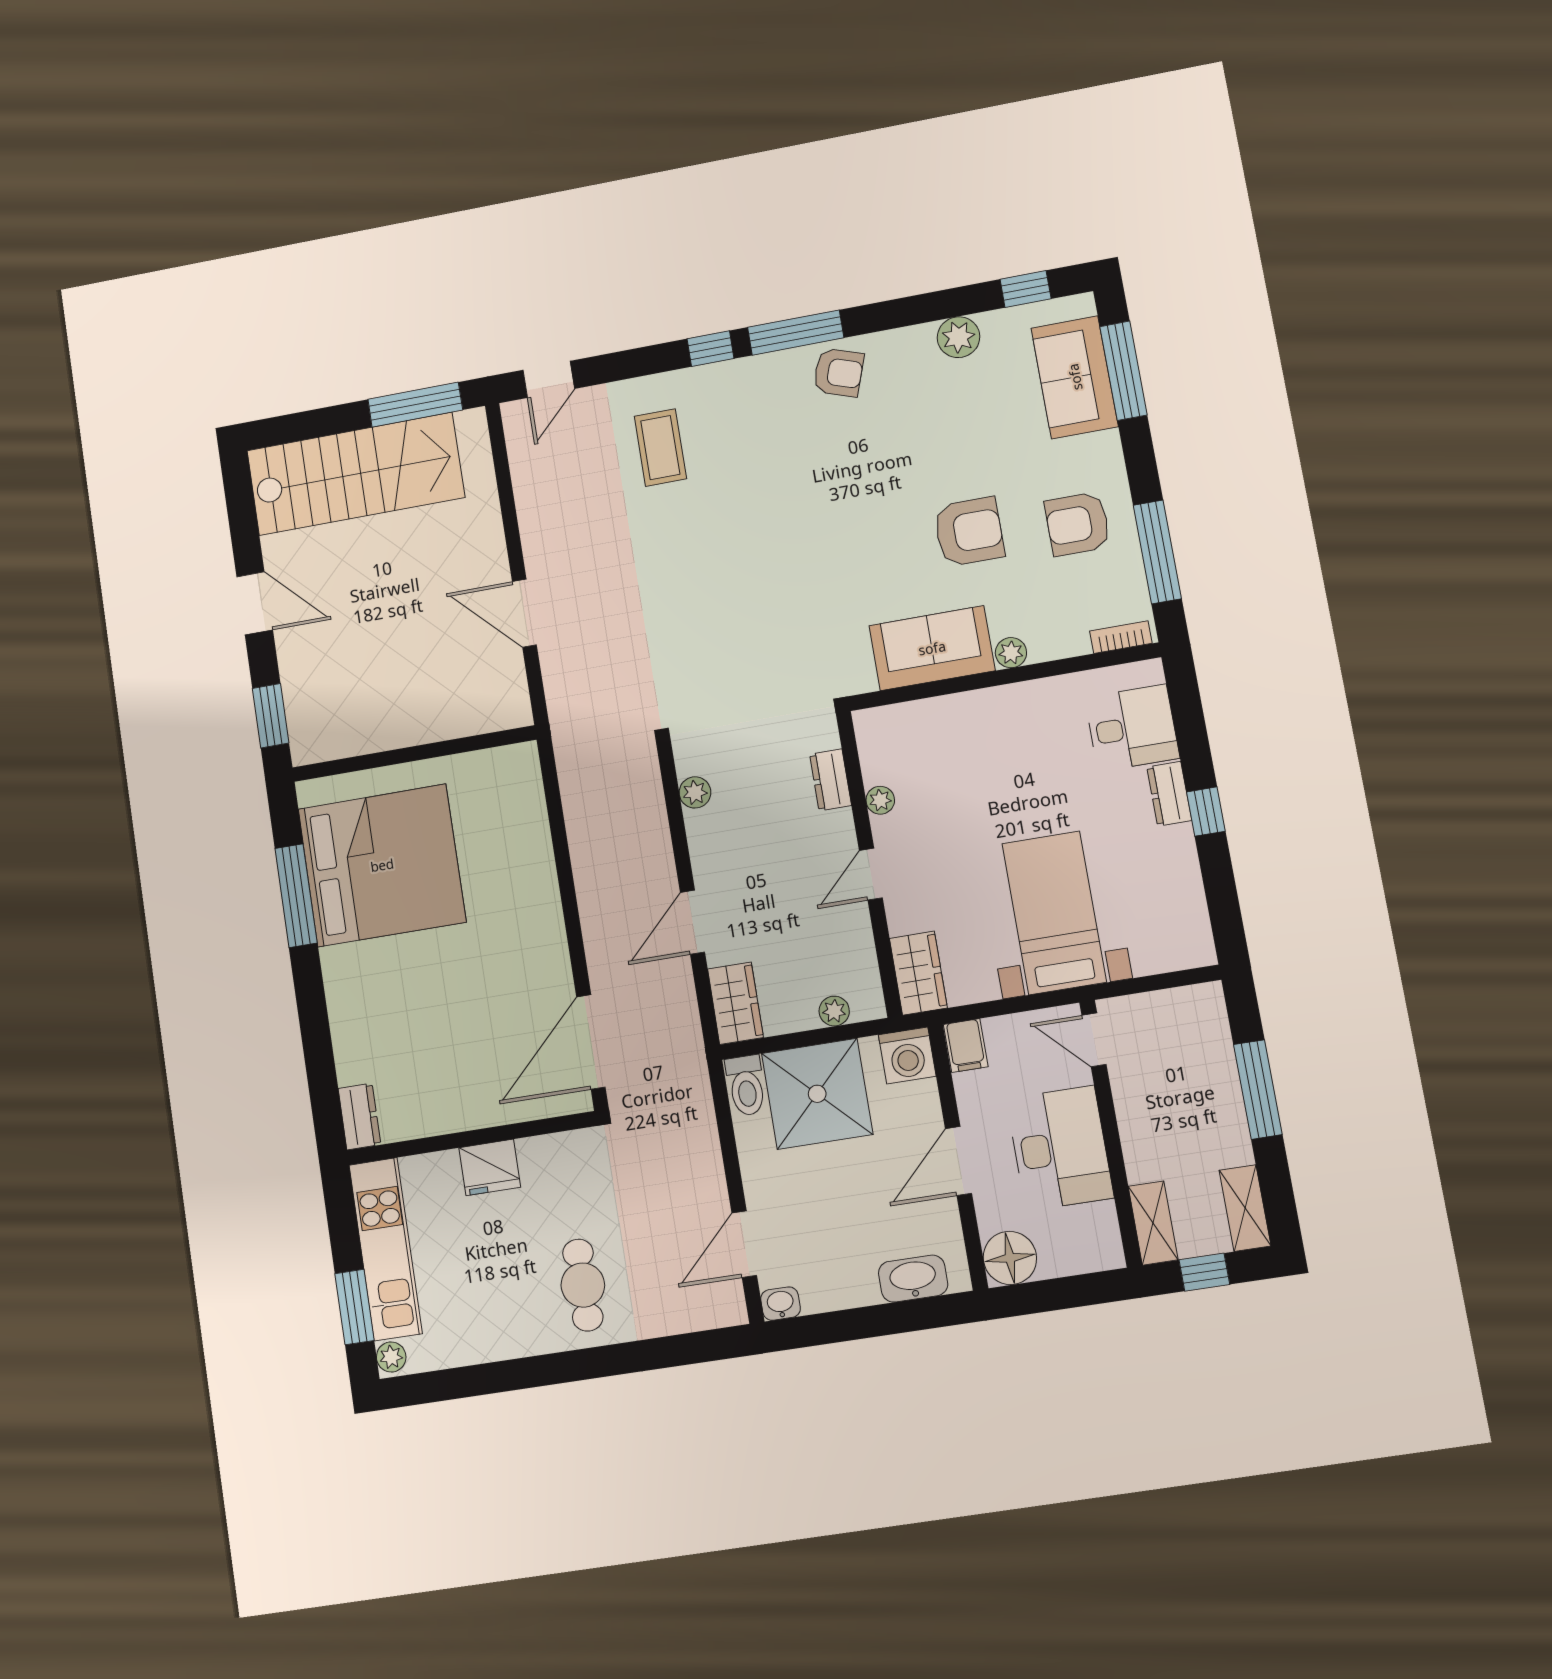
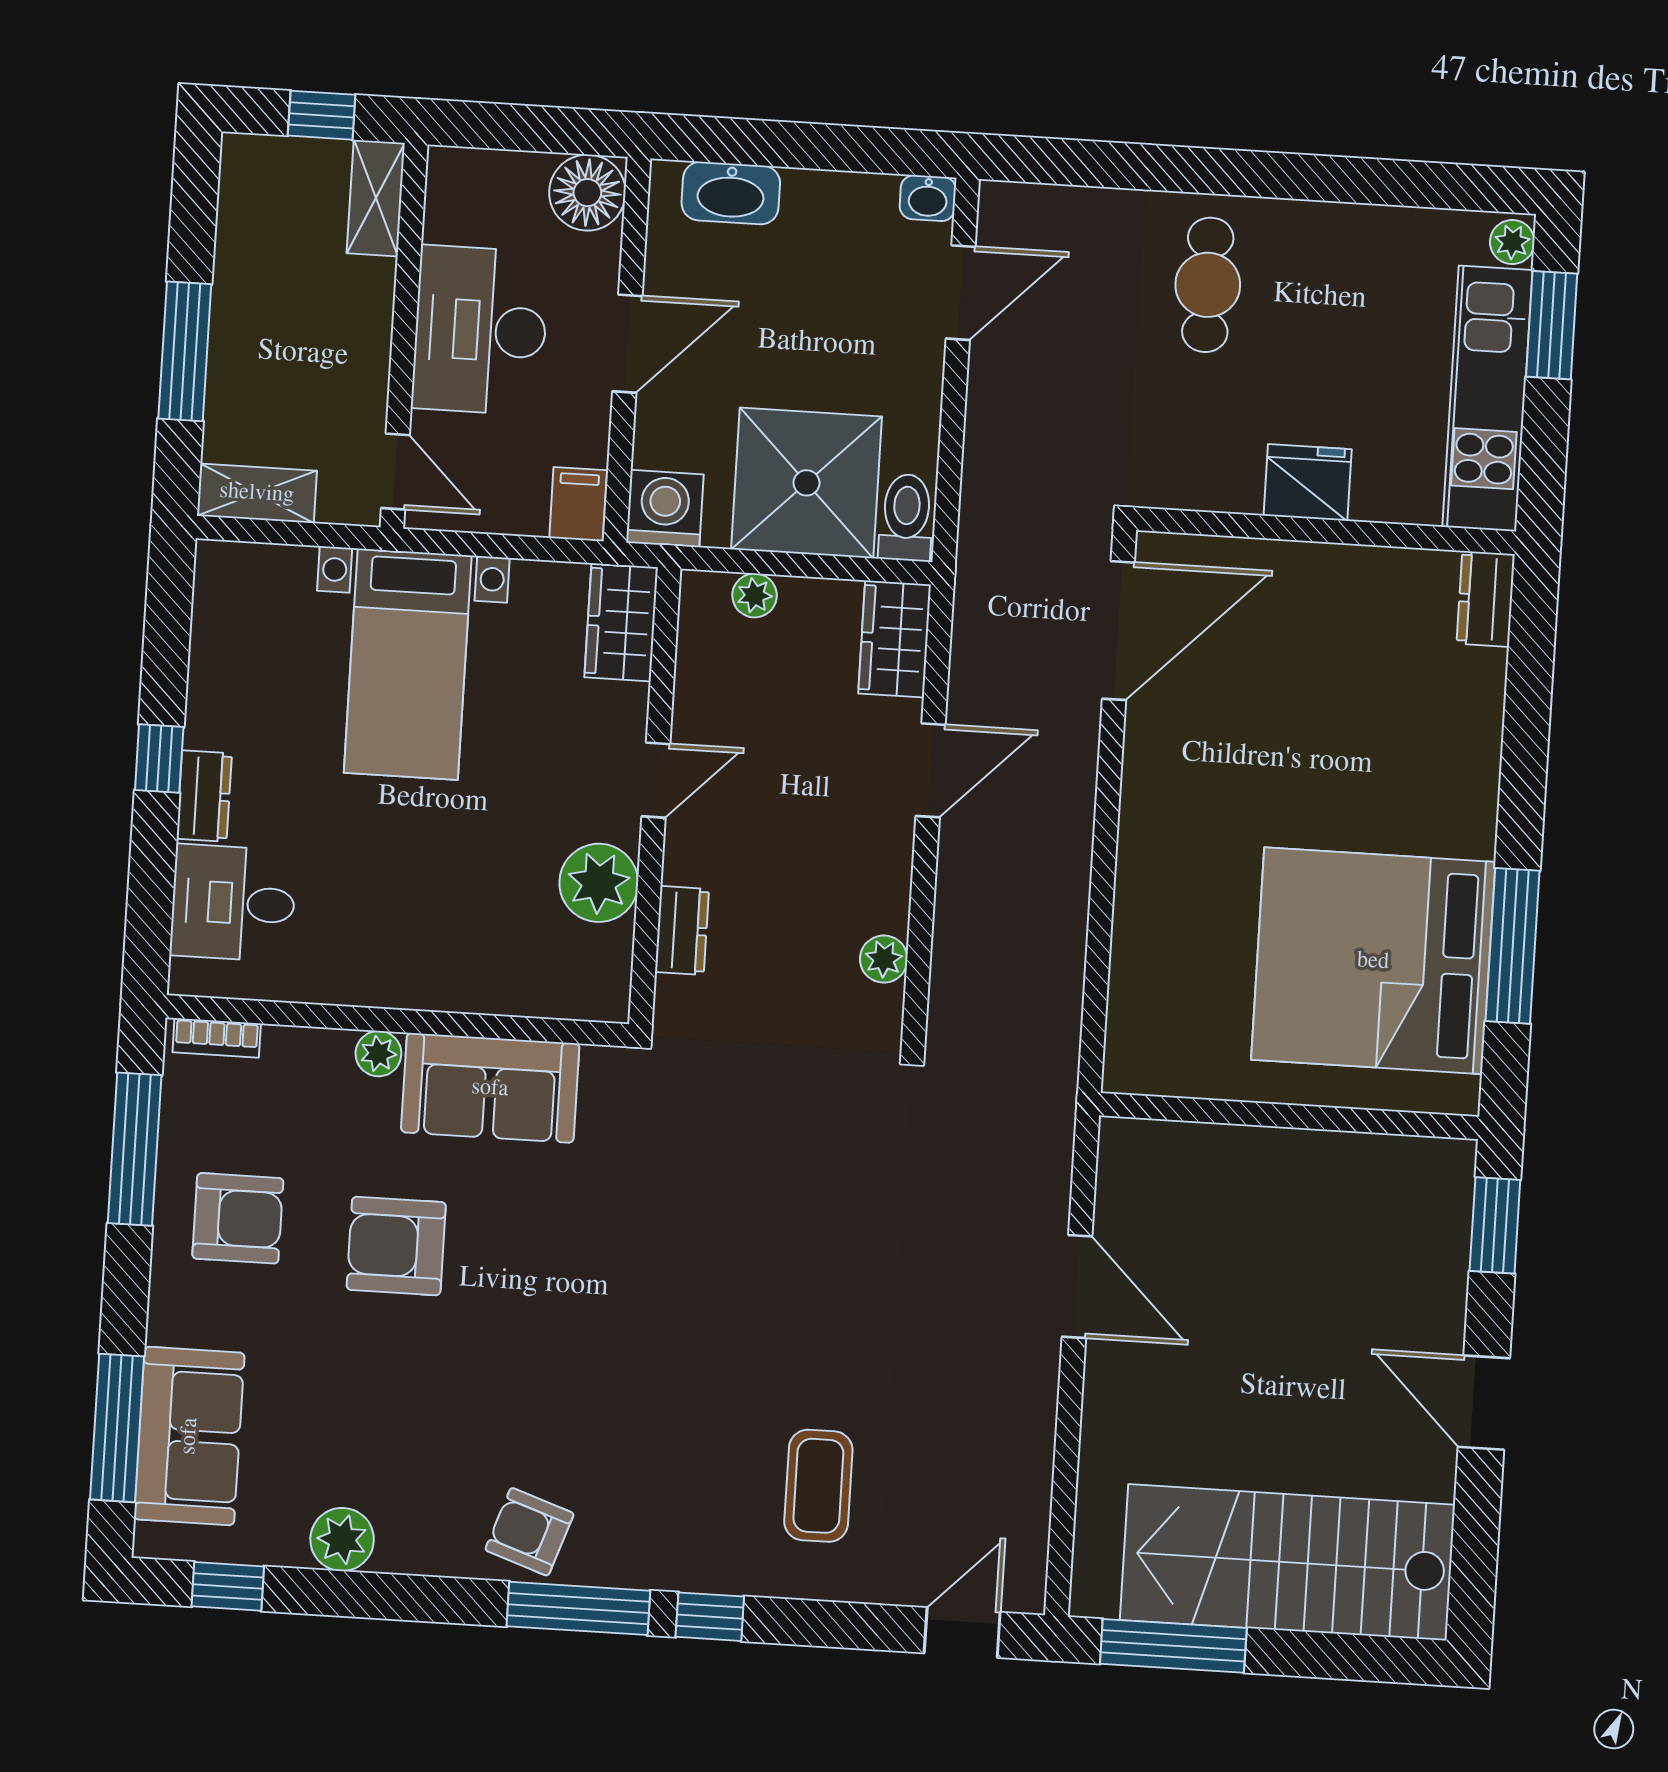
plant: (880, 800) -> (599, 883), width x1.88, depth x1.88
shelving: (1245, 1208) -> (257, 493), moved, turned 90

